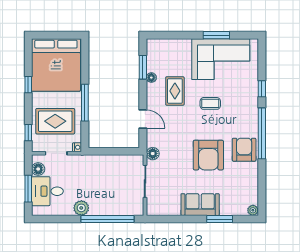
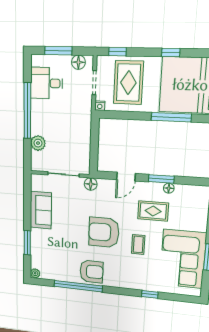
window: (143, 67) -> (161, 179), moved
window: (85, 103) -> (171, 117), moved
window: (262, 133) -> (78, 286), moved
armchair: (208, 155) -> (104, 232), moved
desk: (47, 191) -> (46, 83), moved, turned -90
sofa: (200, 205) -> (41, 210), moved
plant: (81, 208) -> (38, 143), moved
window: (108, 219) -> (27, 111), moved

